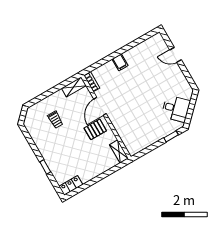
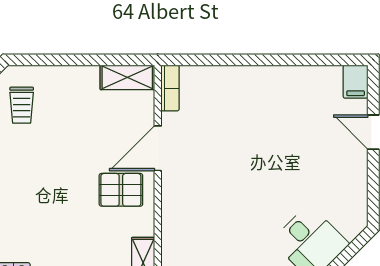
filing cabinet: (120, 62) -> (356, 82), moved
trolley: (55, 120) -> (22, 105), moved

